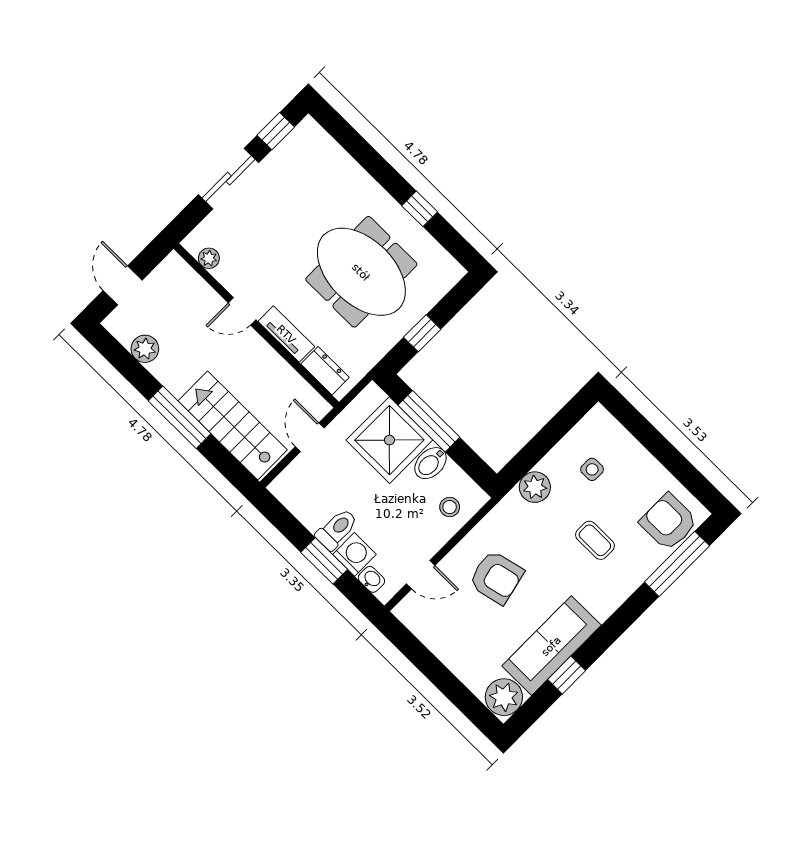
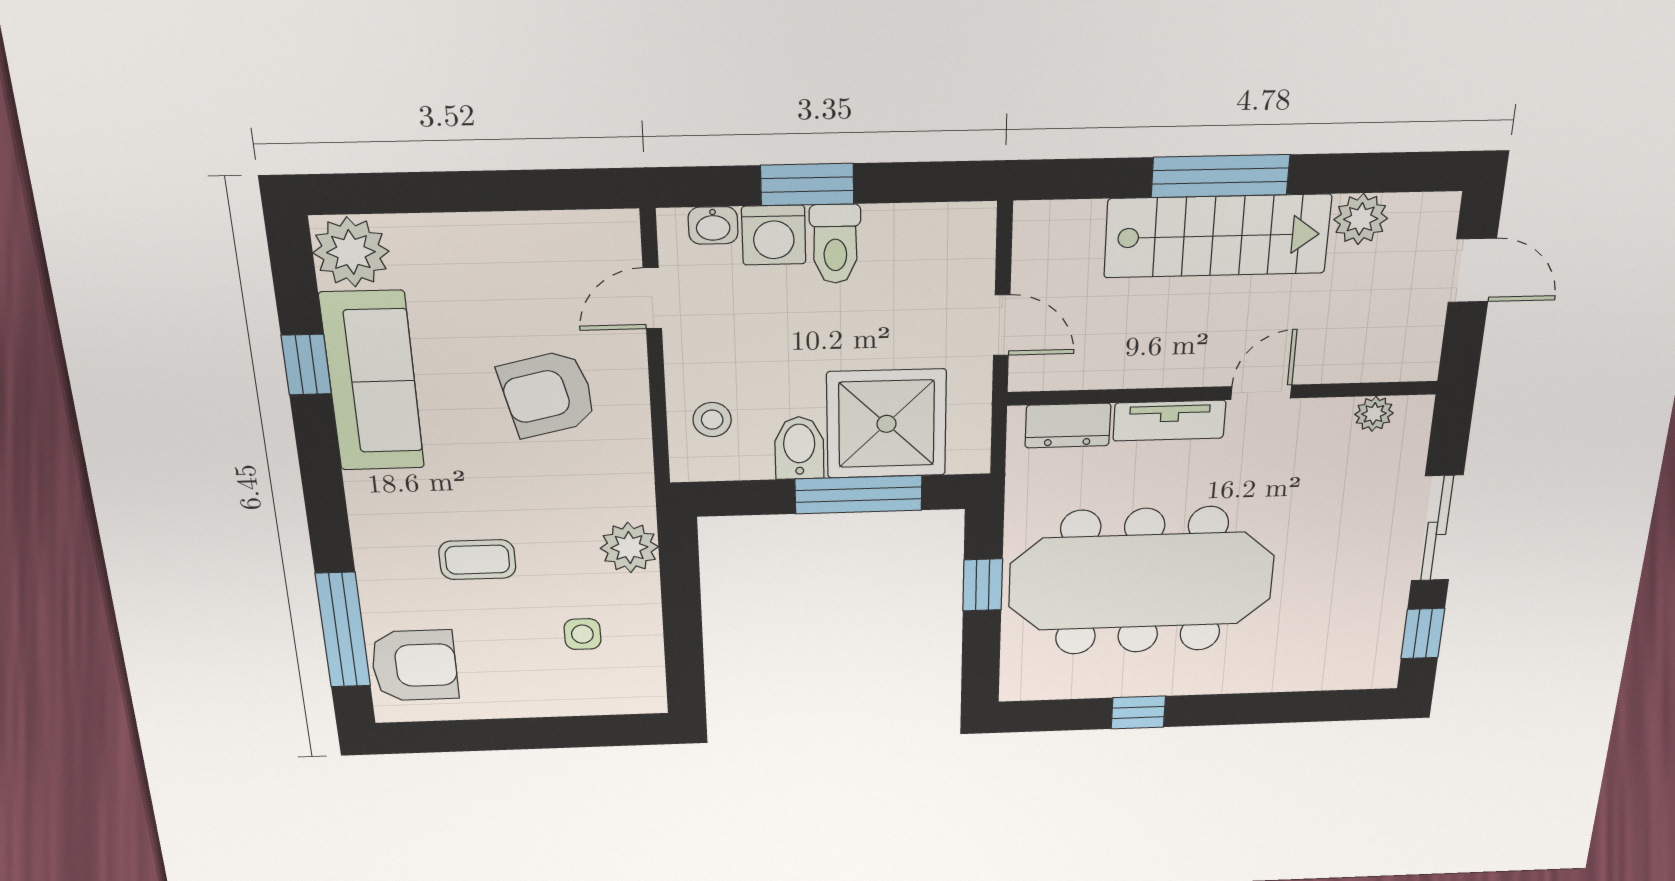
meeting table: (361, 272) -> (1141, 581), width x1.36
stairs: (233, 425) -> (1217, 236), moved

